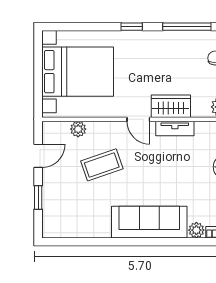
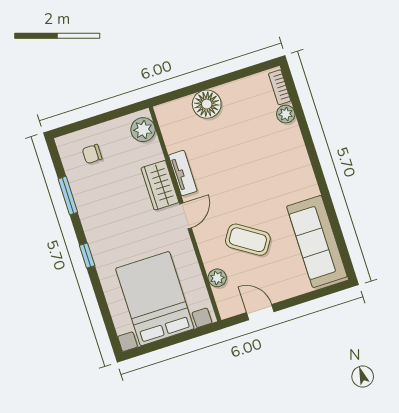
window: (187, 27) -> (68, 196), width x0.69
coffee table: (102, 165) -> (248, 240), turned -38
window: (38, 197) -> (305, 298), removed
sofa: (149, 222) -> (317, 241), moved

